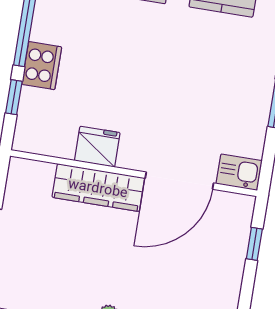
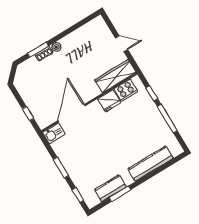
cooker: (42, 66) -> (126, 90), moved, turned -90
wardrobe: (98, 188) -> (115, 76), moved

